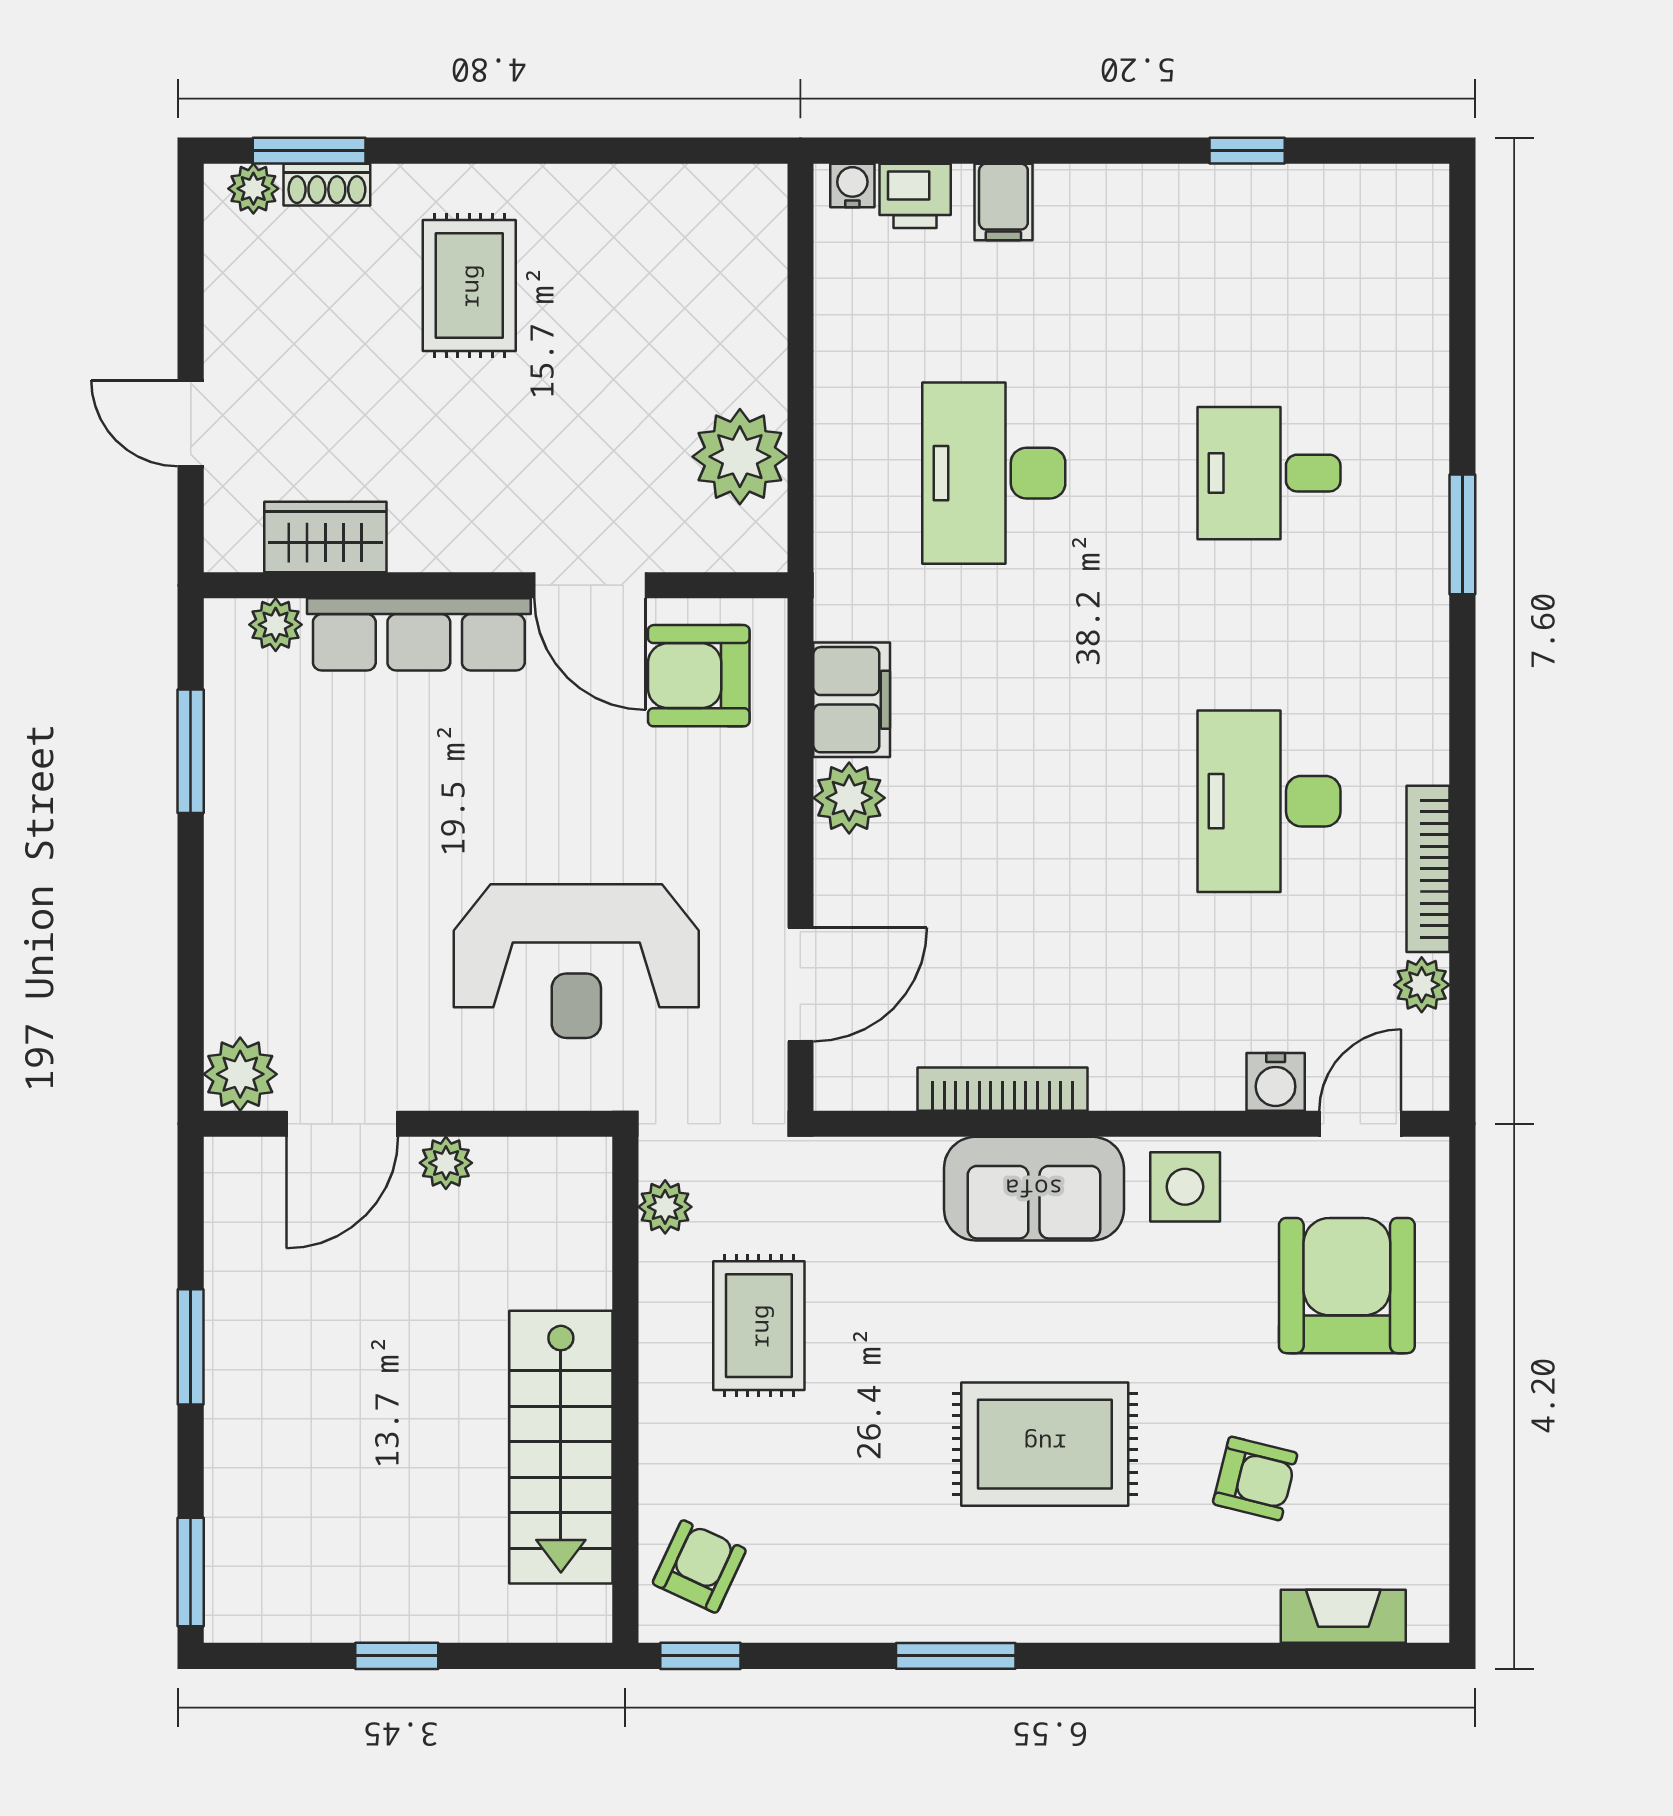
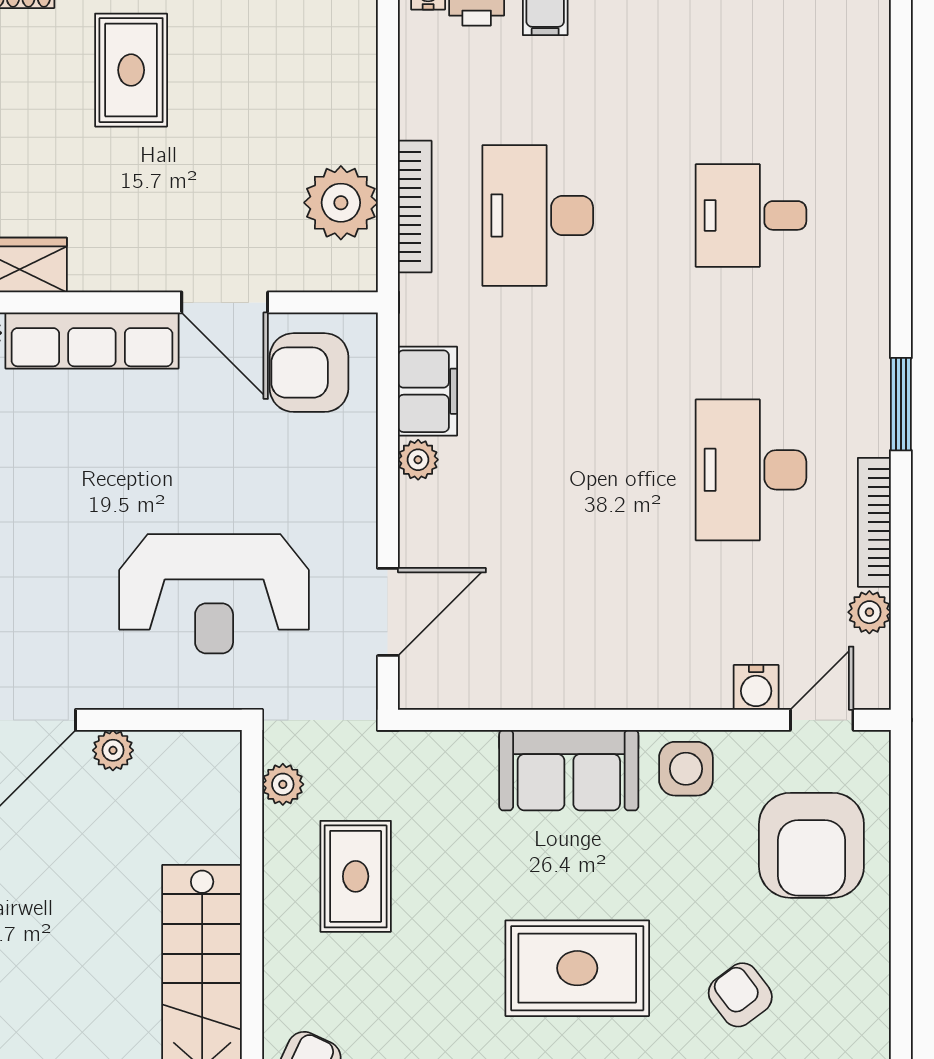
window: (1462, 534) -> (901, 404), moved
plant: (849, 798) -> (418, 460), width x0.73, depth x0.73
bookcase: (1003, 1089) -> (415, 207), moved, turned 90
armchair: (1347, 1286) -> (811, 845), turned 180
armchair: (1255, 1478) -> (740, 995), turned -141

